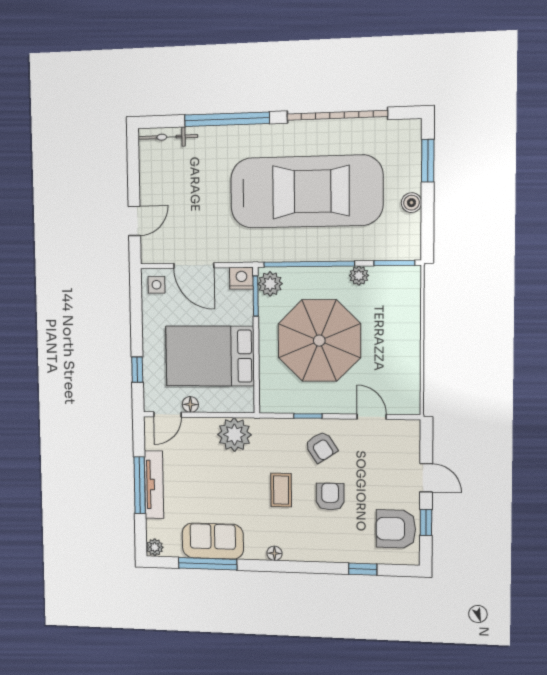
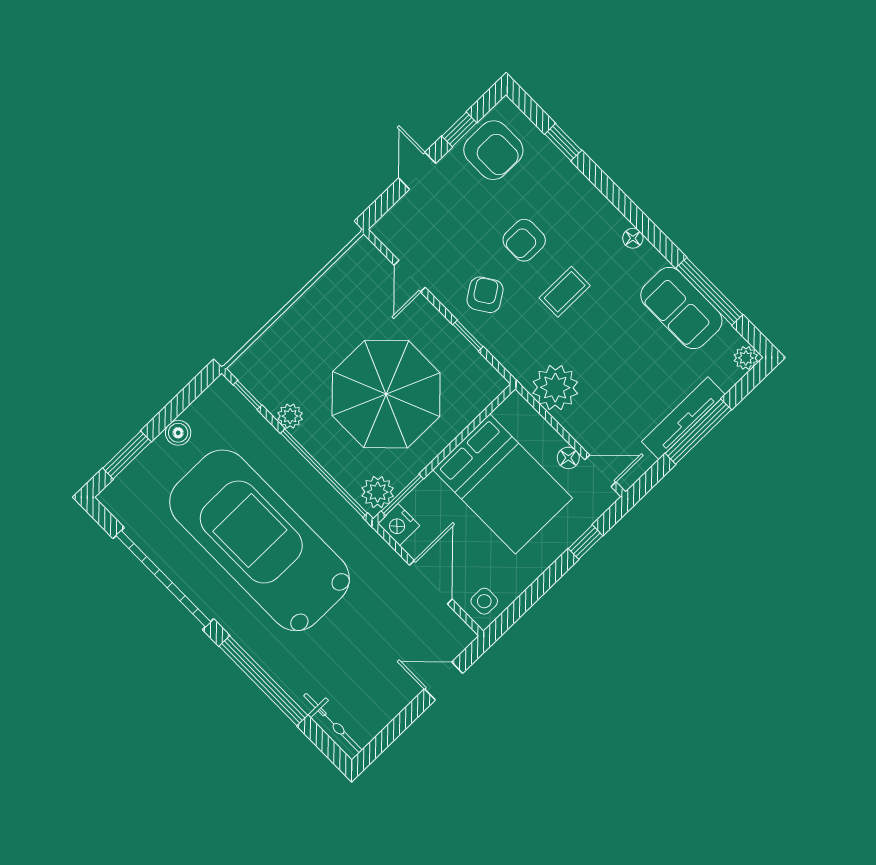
window: (394, 263) -> (247, 395), width x0.67

